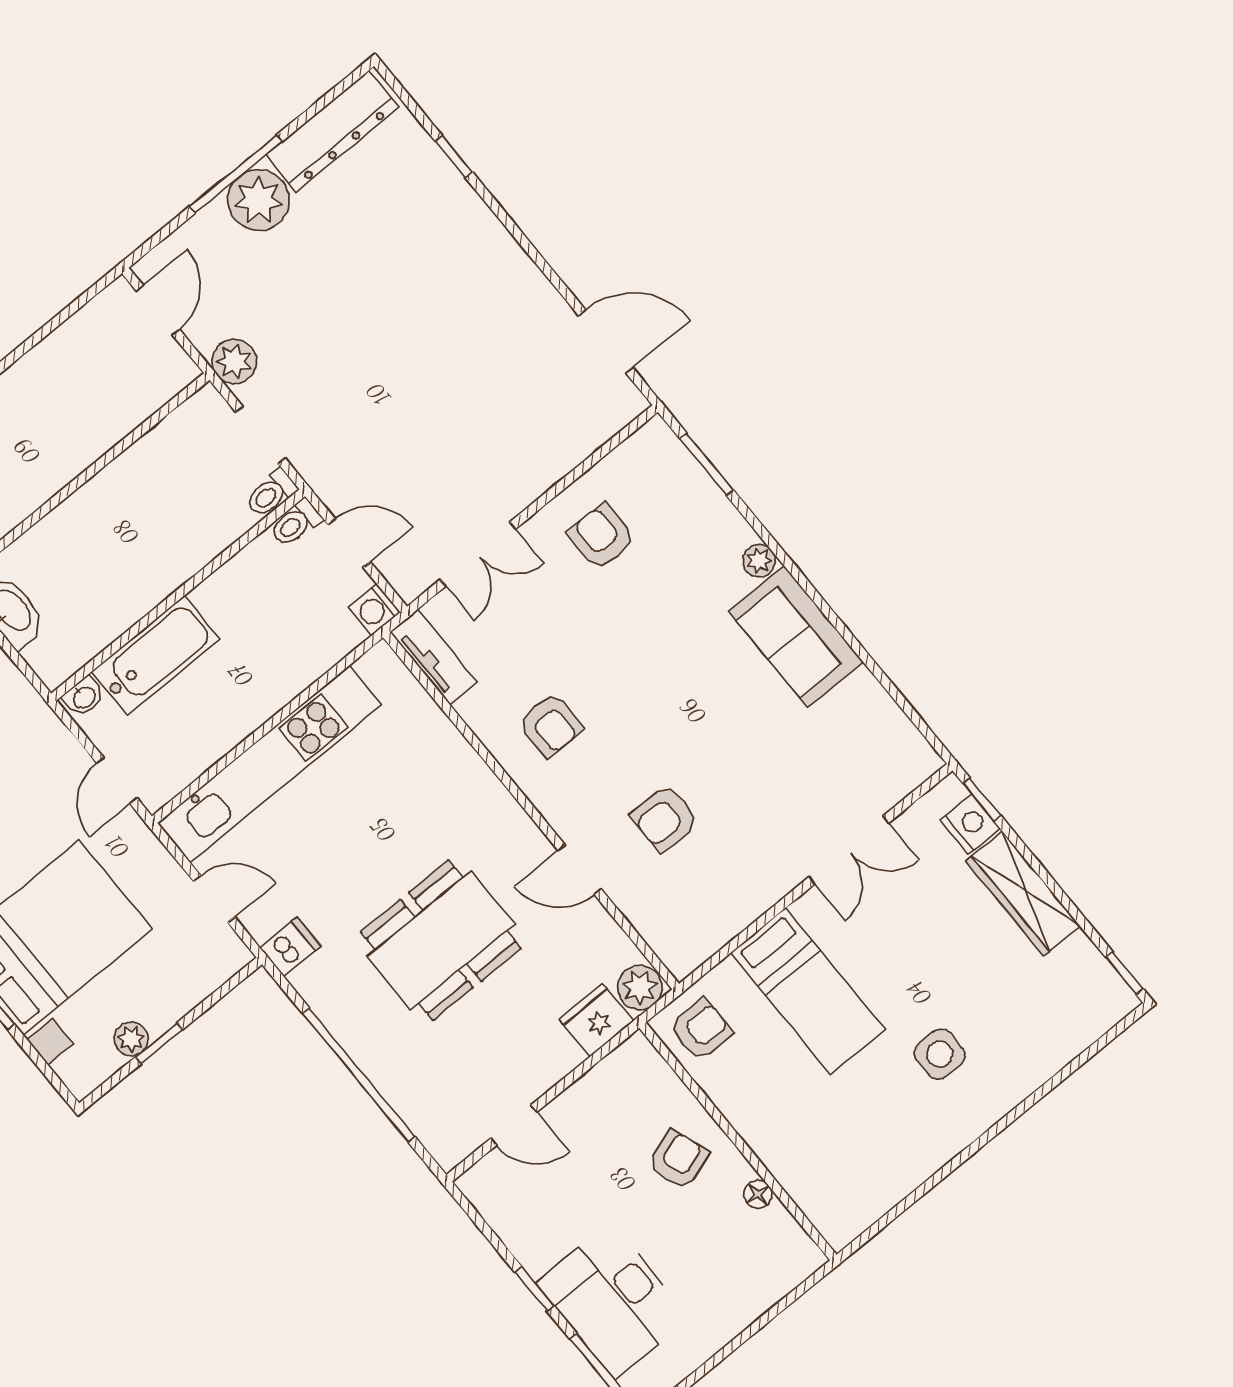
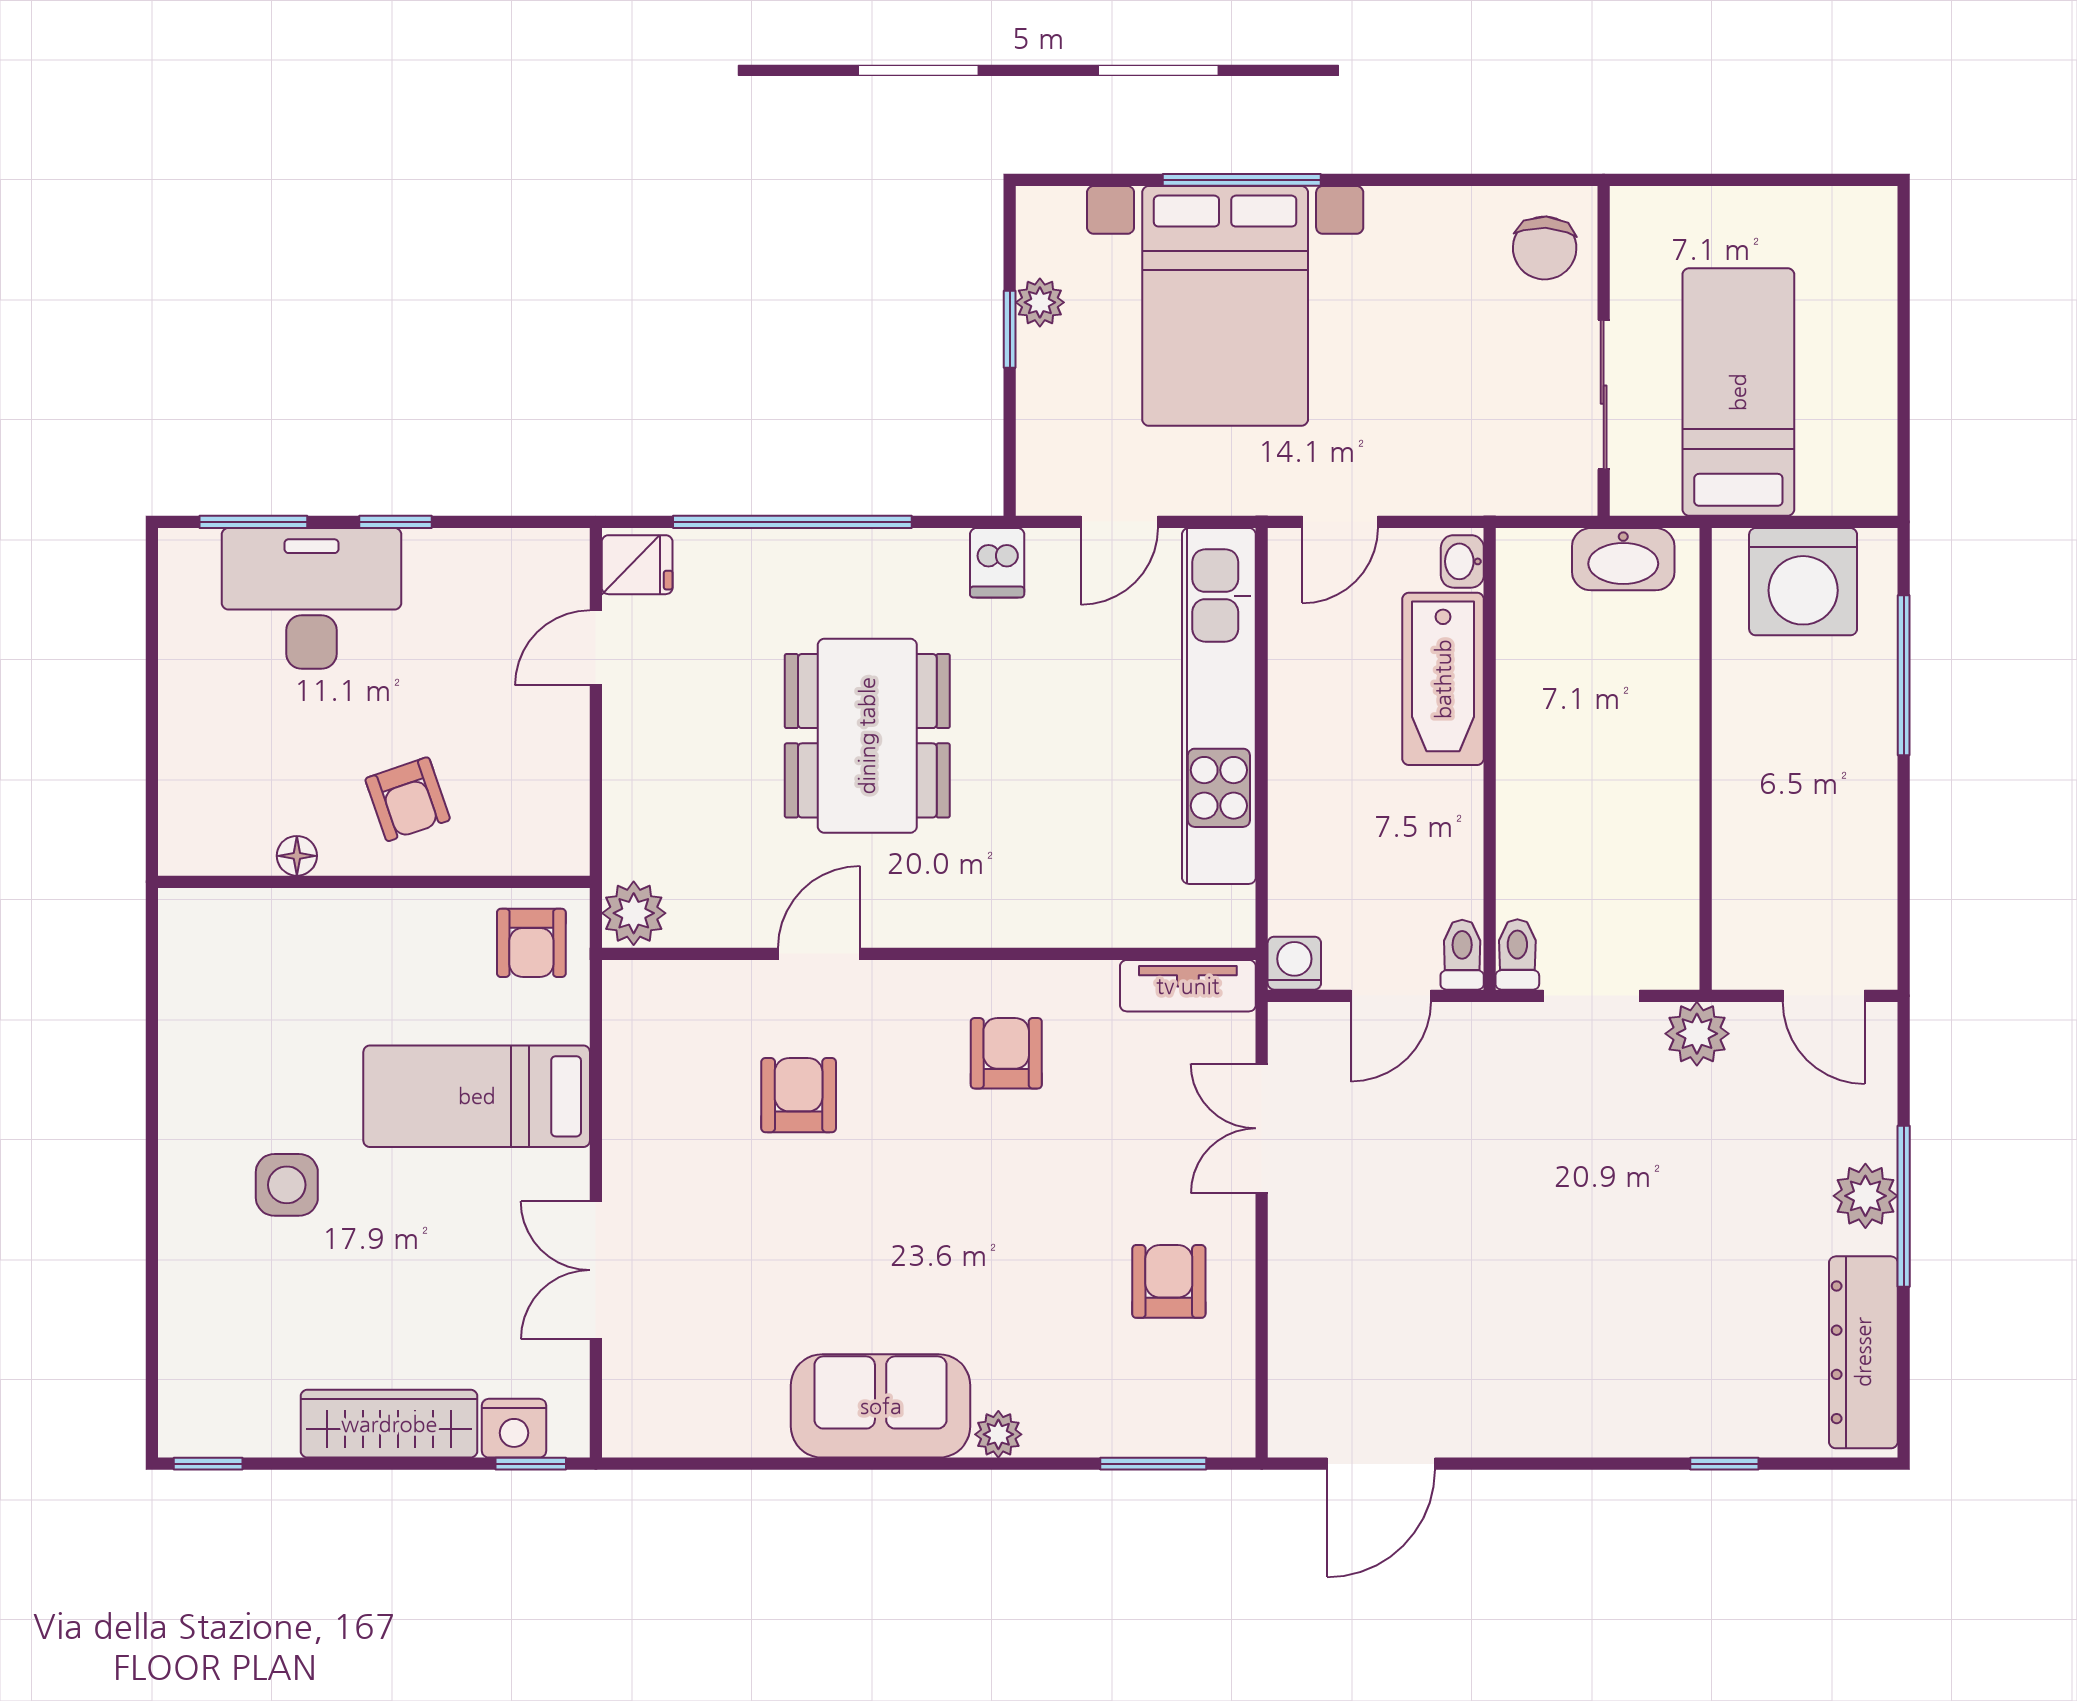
plant: (259, 200) -> (1865, 1196), width x0.73, depth x0.73
armchair: (601, 536) -> (1169, 1281), turned -90
armchair: (550, 725) -> (1006, 1053), turned 90
door: (117, 780) -> (1340, 522), swing flipped
fridge: (596, 1020) -> (637, 565), moved, width x0.72

